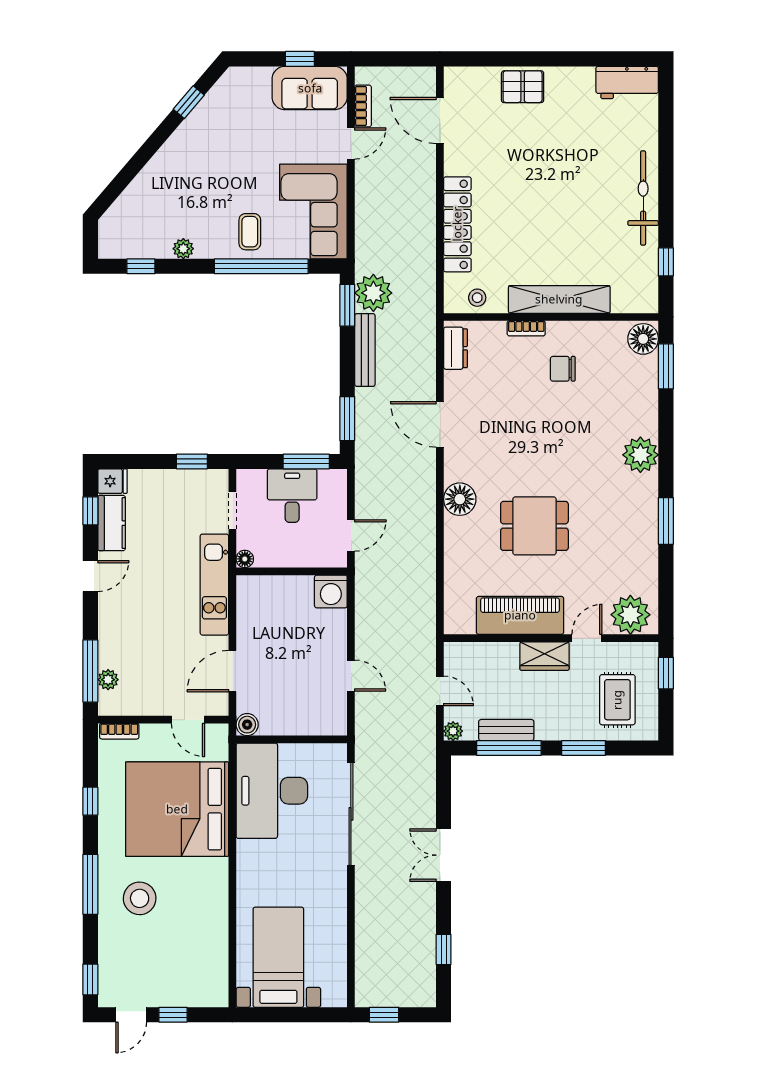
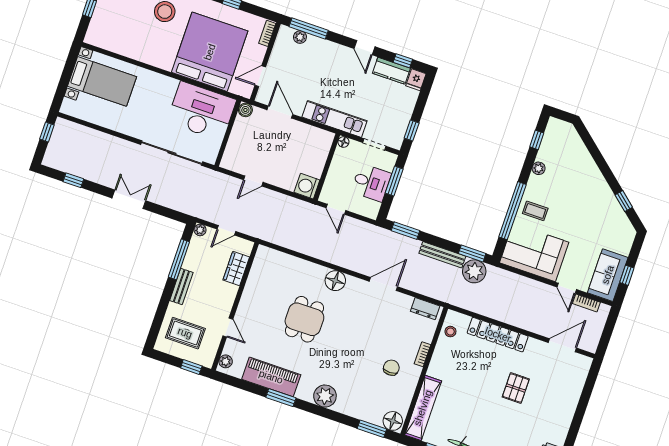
pallet: (523, 87) -> (516, 388), moved
shelving: (559, 299) -> (423, 408), moved
window: (306, 461) -> (394, 181), moved
piano: (520, 615) -> (271, 377), moved, turned -90
plant: (630, 615) -> (226, 361), width x0.53, depth x0.53
wardrobe: (544, 656) -> (236, 269), moved
bench: (506, 730) -> (181, 287), moved
window: (584, 748) -> (164, 303), removed

